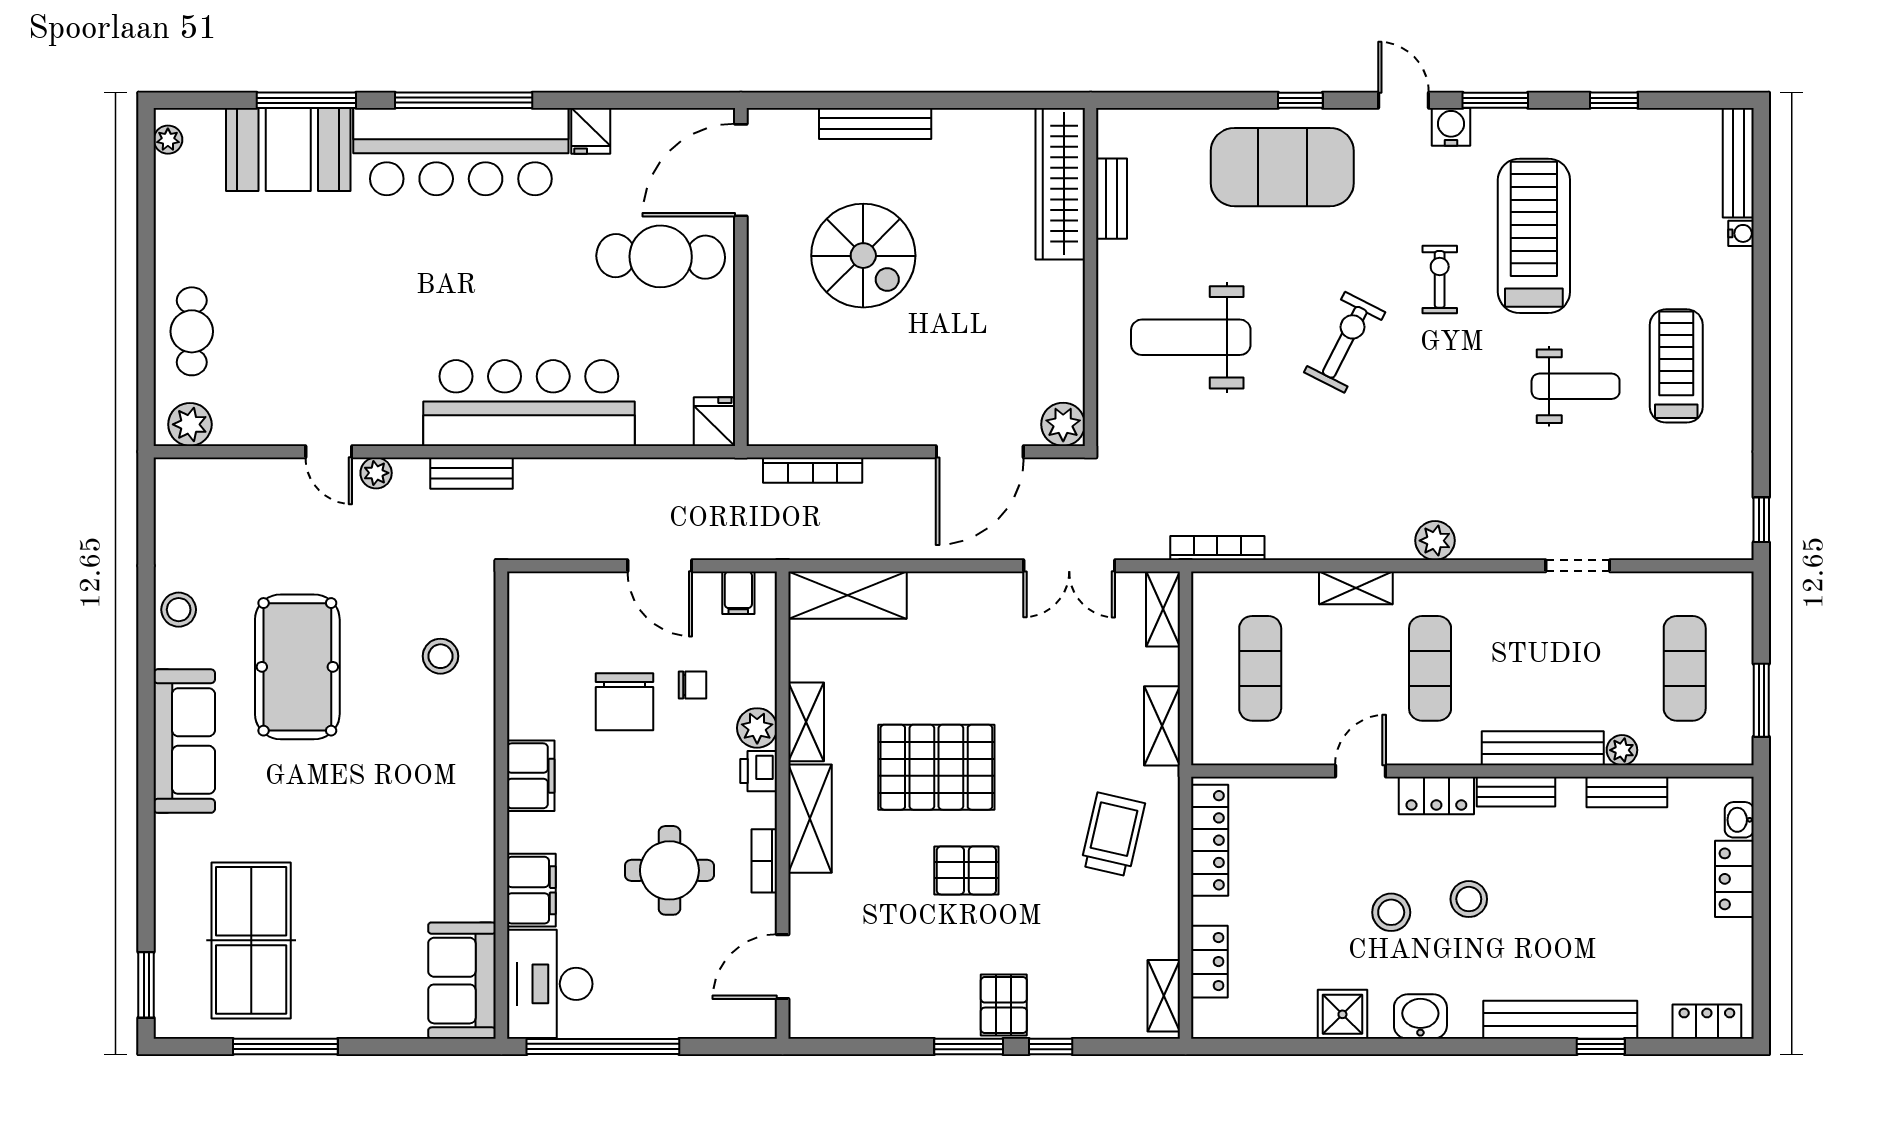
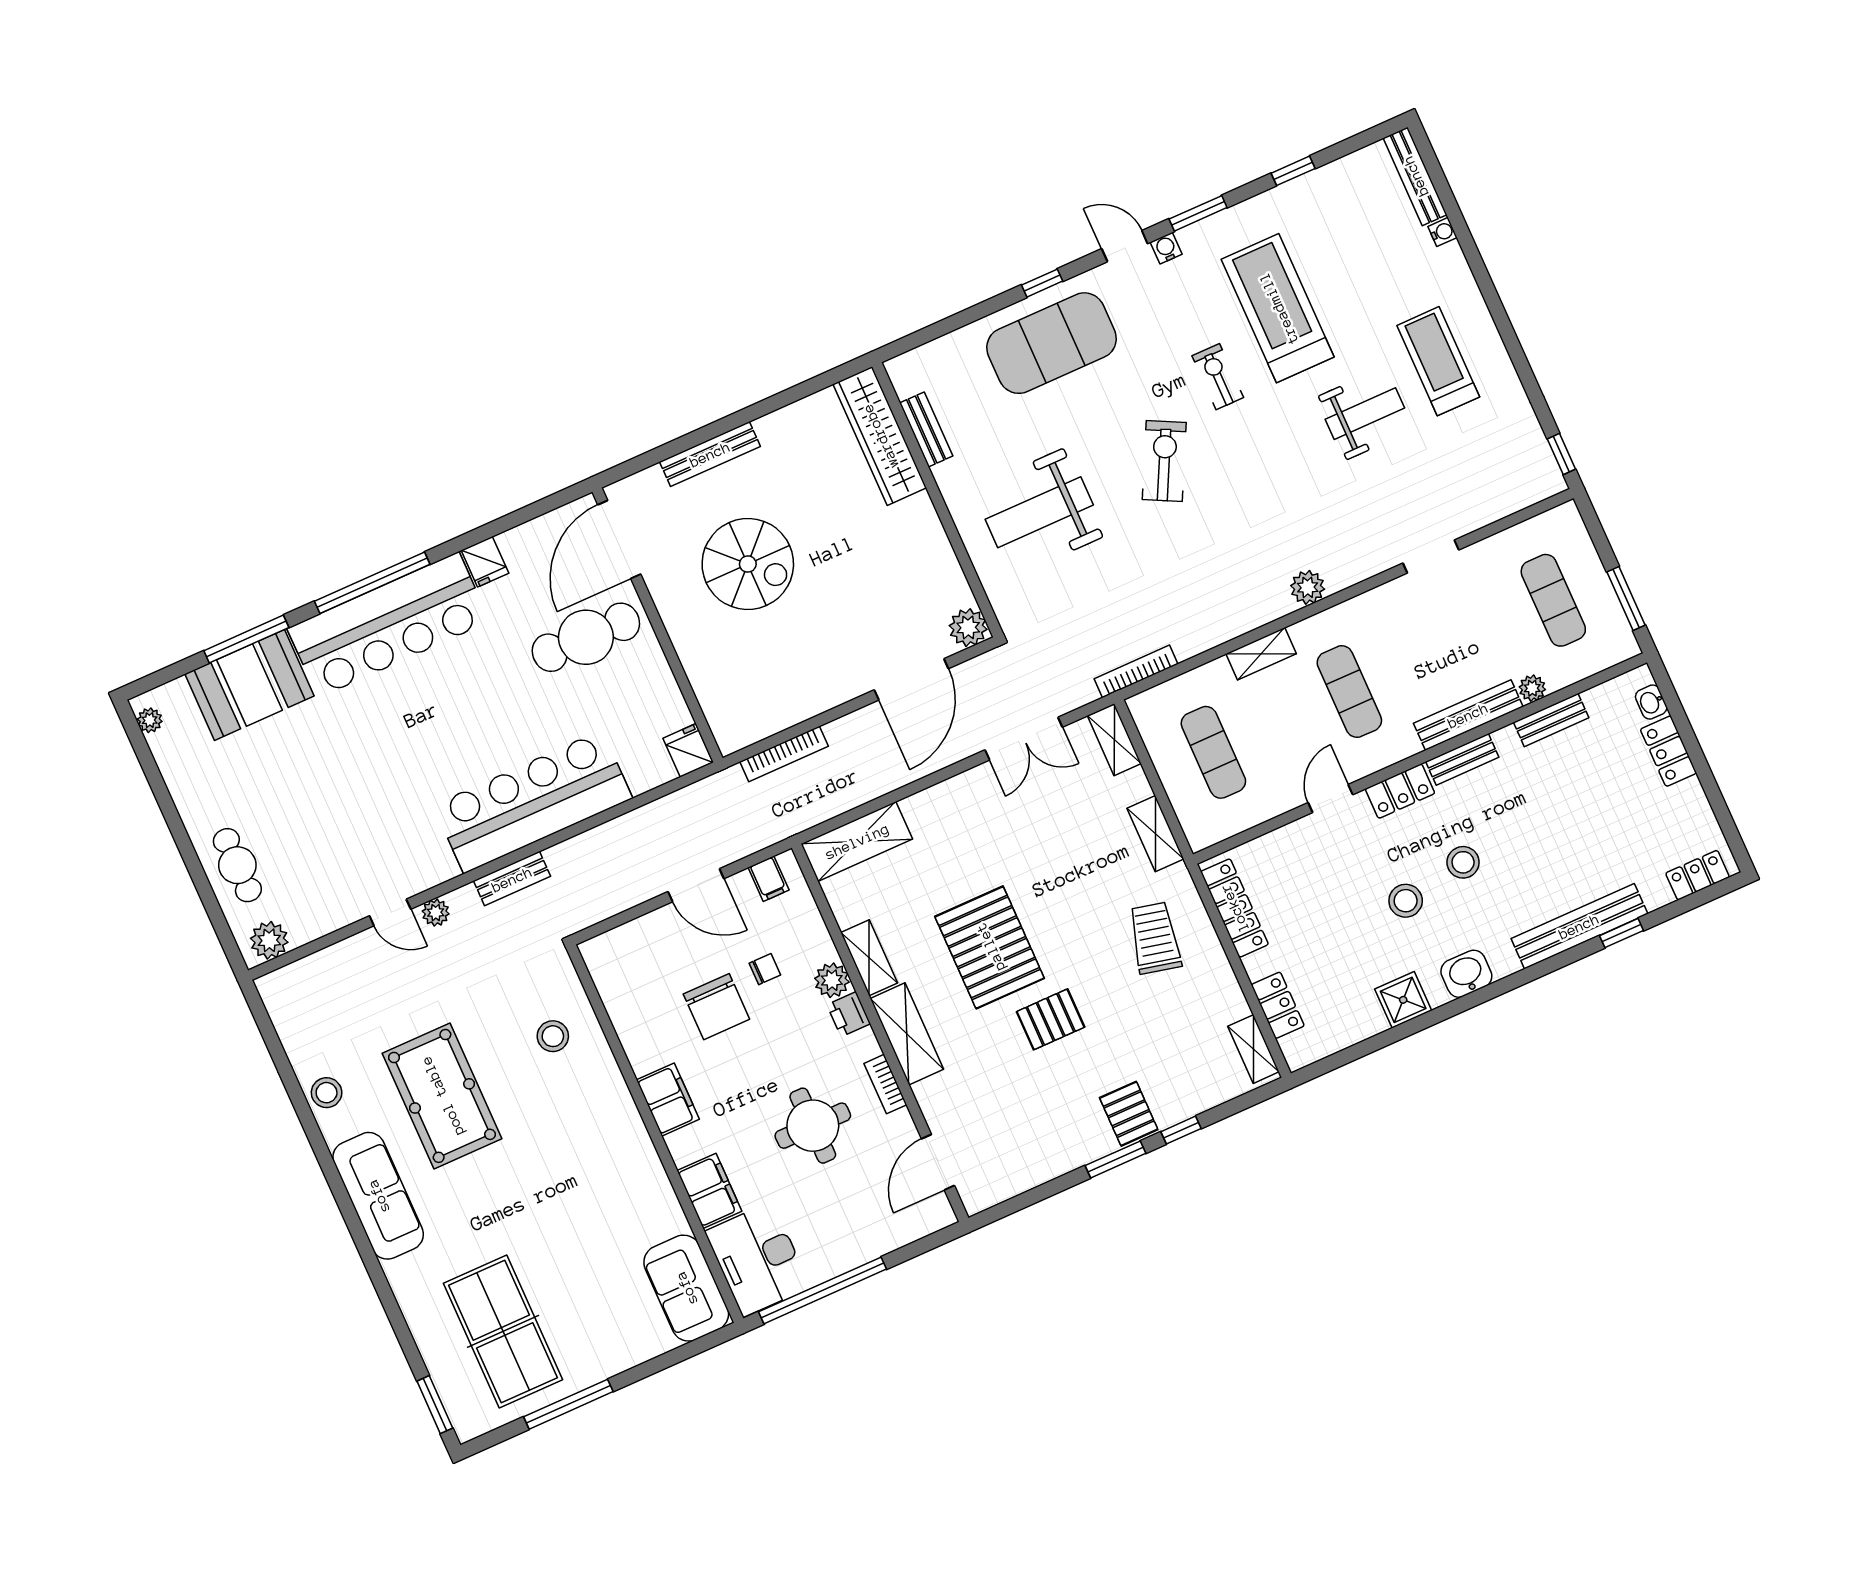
water cooler: (1451, 127) -> (1166, 248), width x0.72, depth x0.72
pallet: (936, 767) -> (990, 947), turned 90

